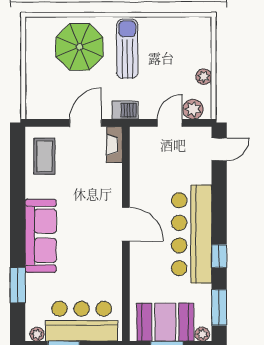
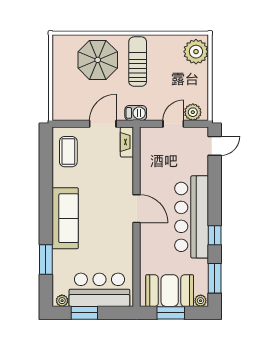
plant: (204, 77) -> (196, 52), moved, width x1.87, depth x1.87

